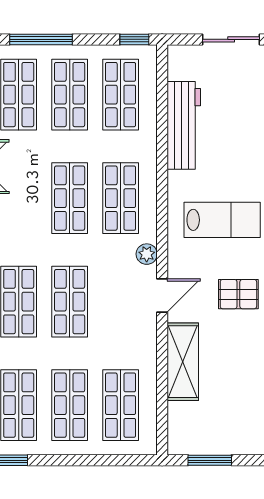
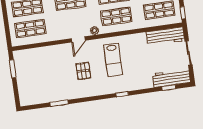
workbench: (184, 125) -> (165, 36), moved
door: (162, 295) -> (78, 39), hinge flipped
shelving: (183, 362) -> (52, 52), removed

